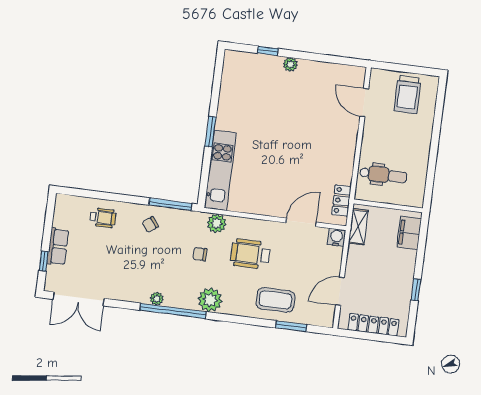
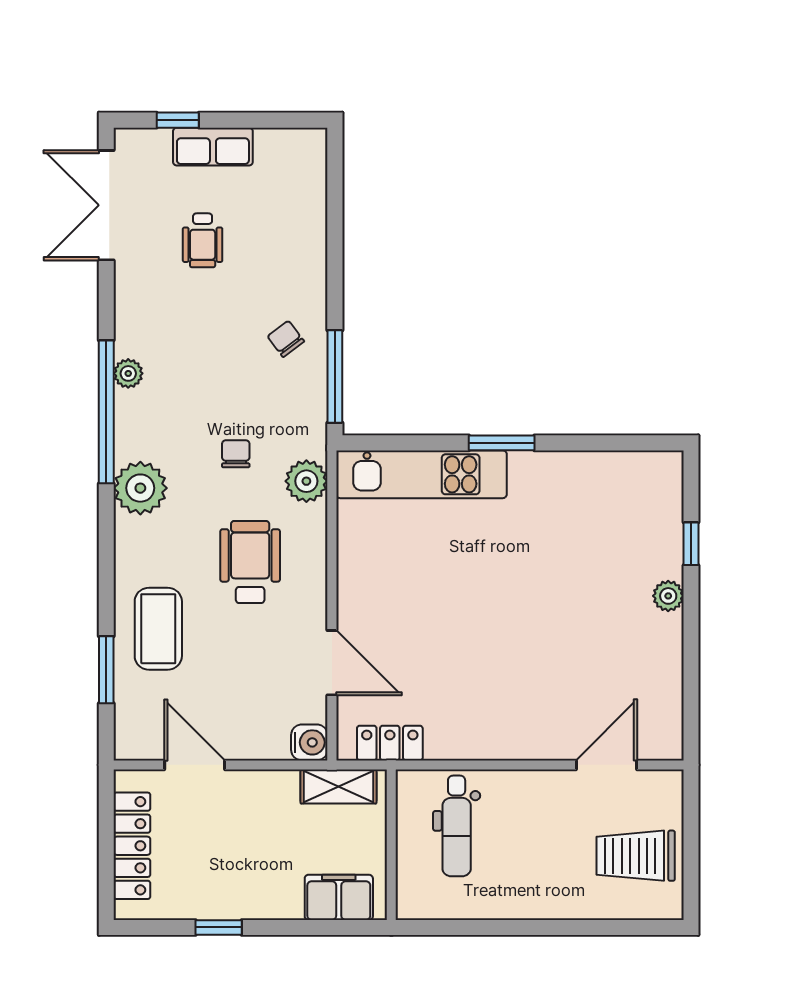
wheelchair: (103, 218) -> (203, 240), moved

